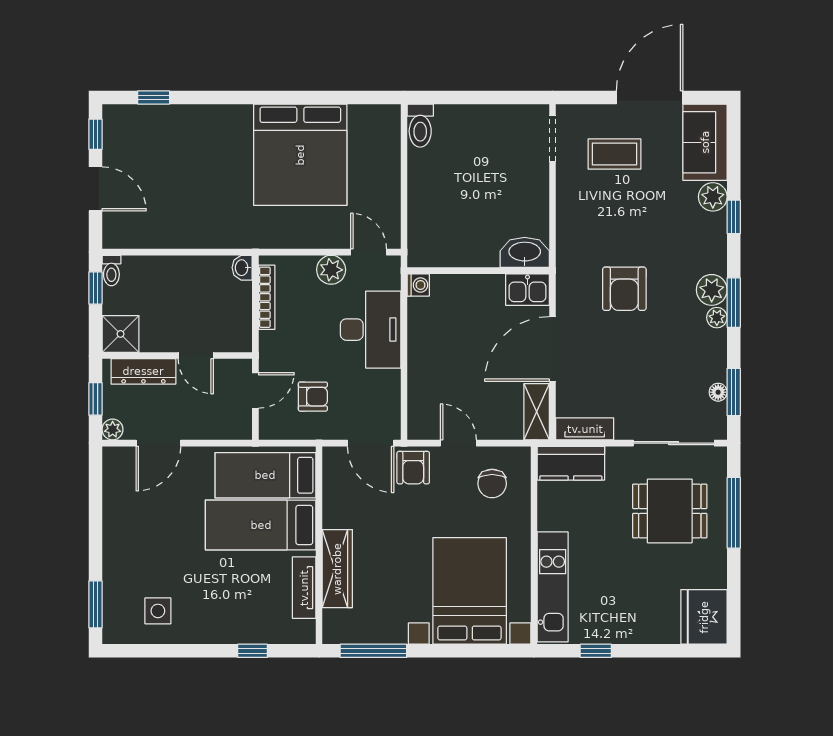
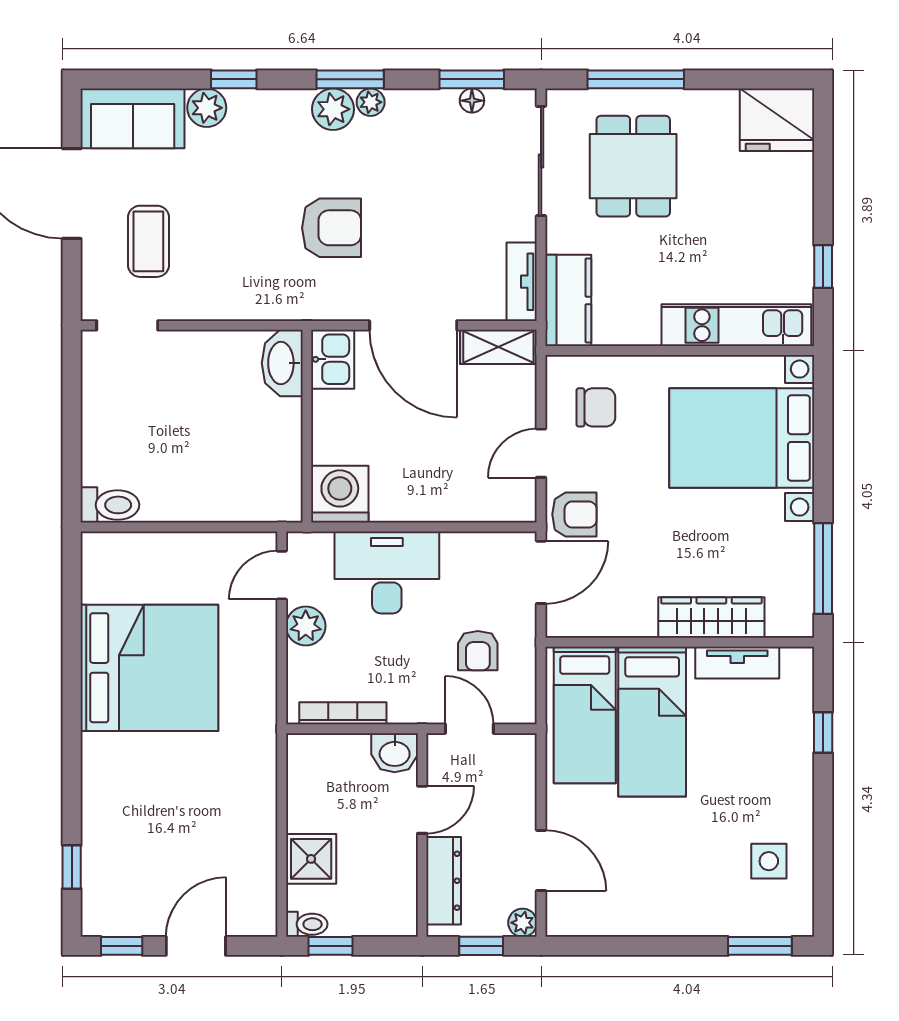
washbasin: (242, 268) -> (395, 753), moved, width x1.38, depth x1.45
washing machine: (418, 285) -> (340, 494), width x1.89, depth x1.89
shower: (120, 334) -> (311, 859), moved
armchair: (313, 397) -> (478, 651), turned 180

